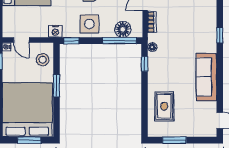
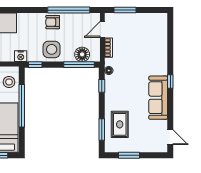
window: (220, 35) -> (170, 82), moved
window: (56, 86) -> (22, 106), width x2.11
window: (145, 112) -> (102, 129), added

